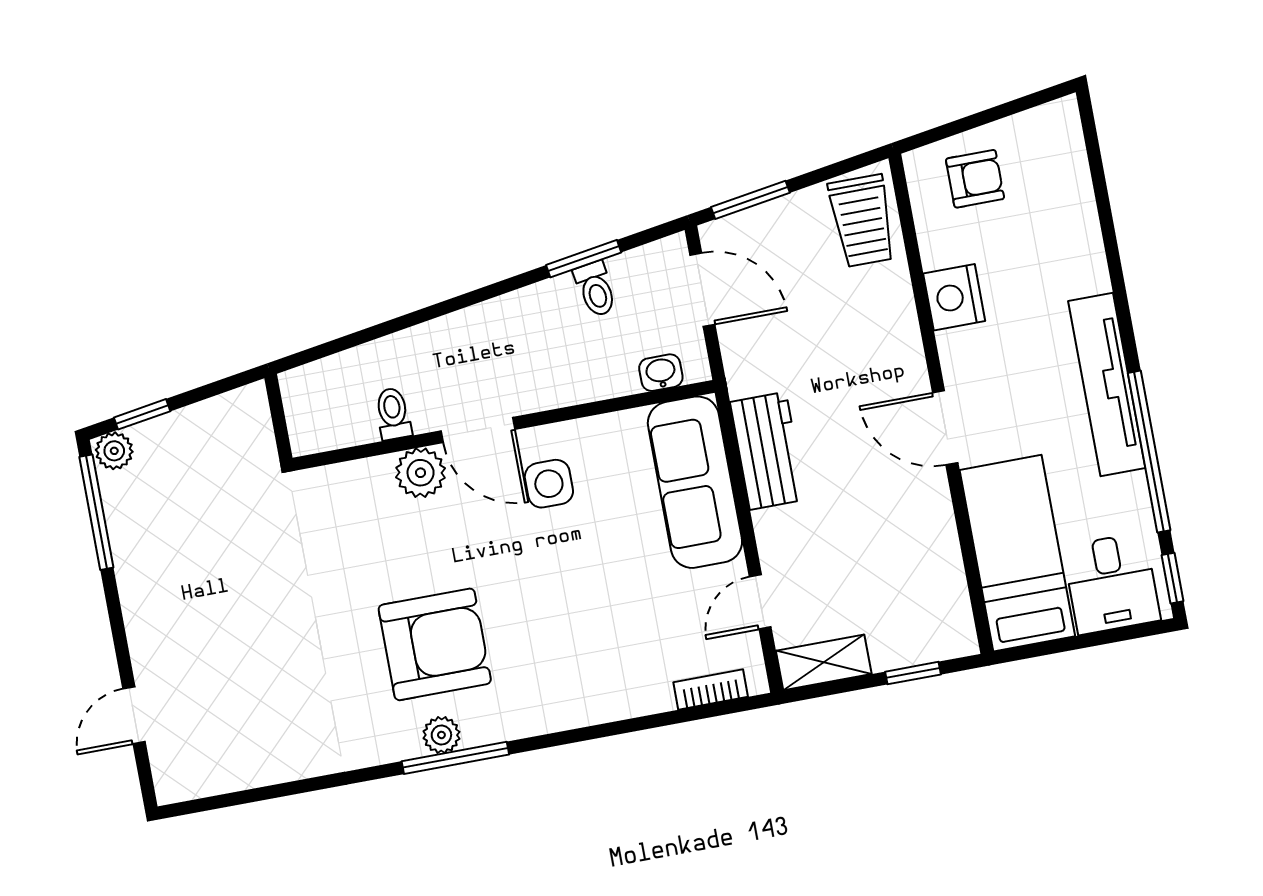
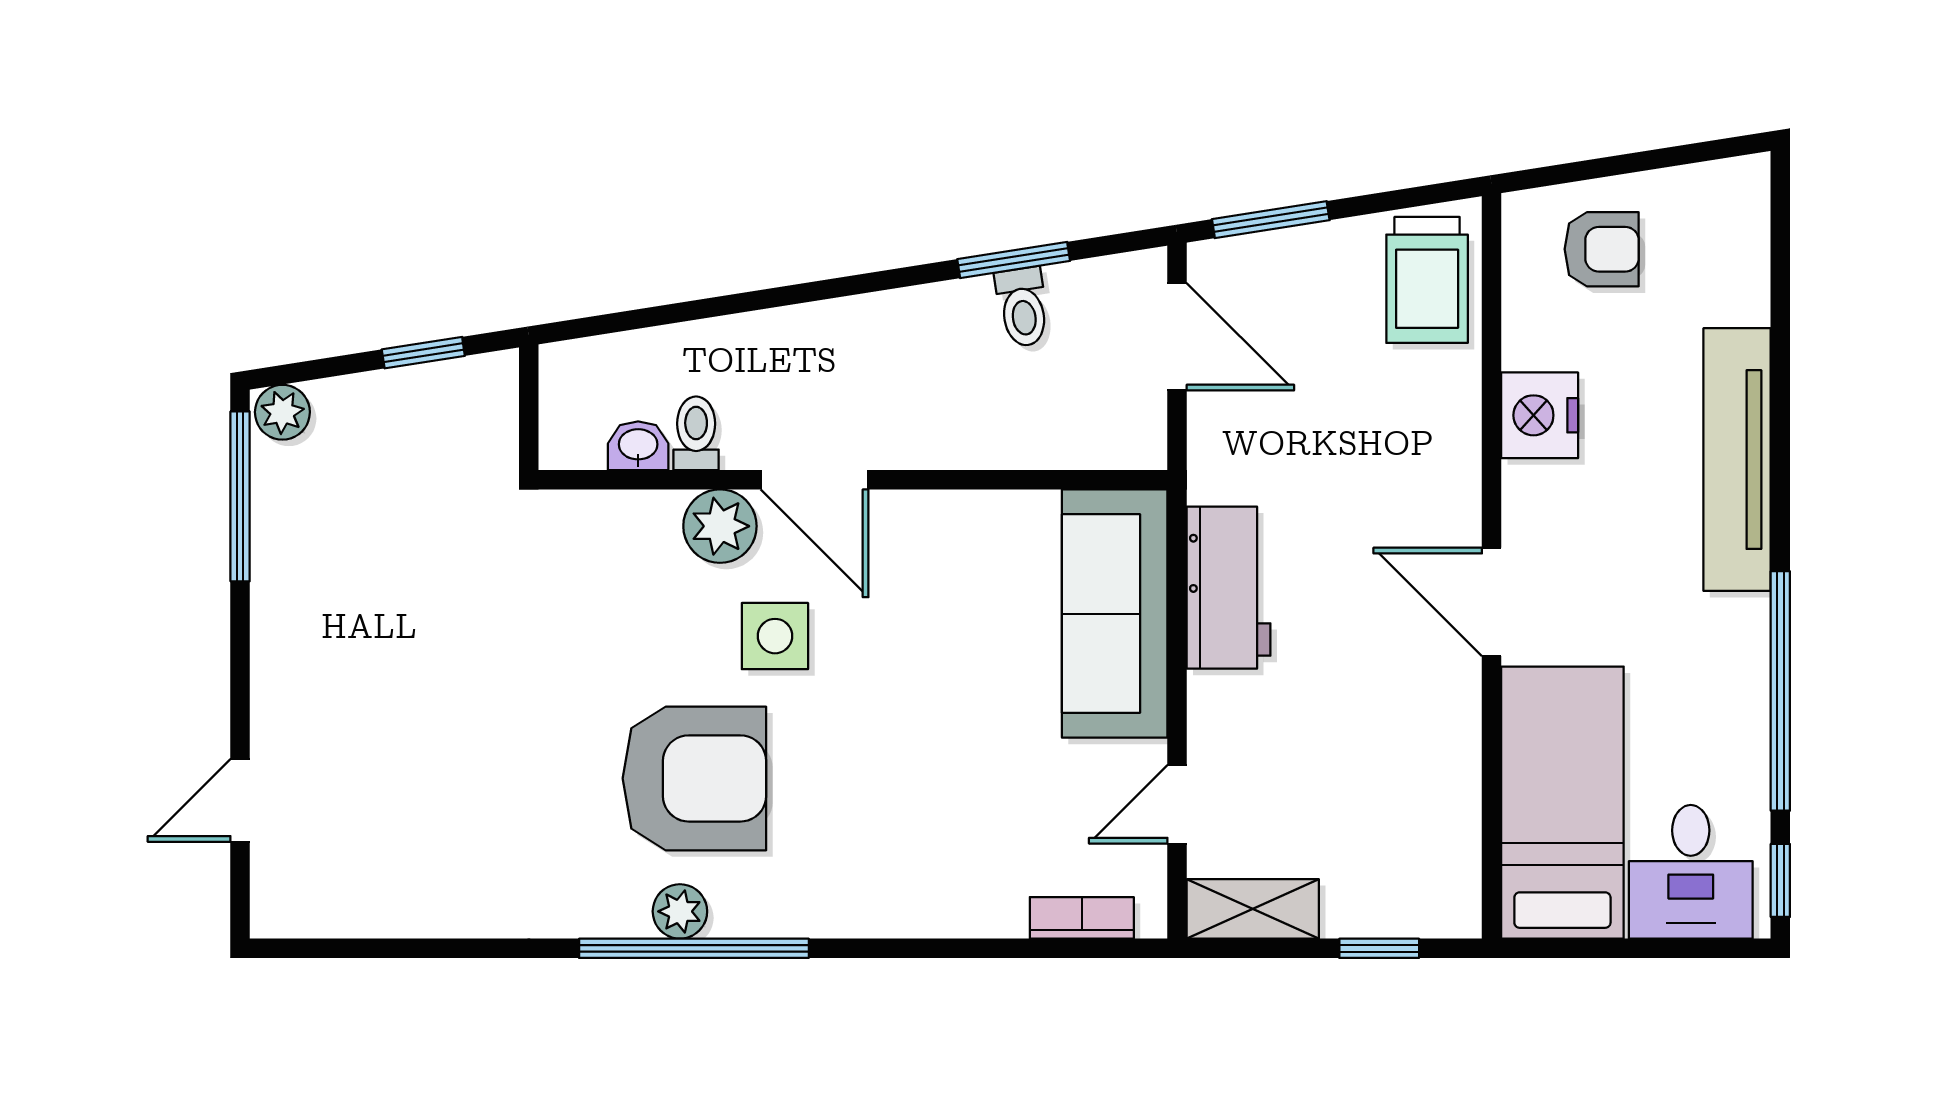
washbasin: (661, 373) -> (638, 446), moved
tv unit: (1107, 384) -> (1737, 460), moved
window: (142, 414) -> (423, 353), moved
side table: (549, 484) -> (775, 636), moved
window: (455, 758) -> (694, 948), width x1.46

